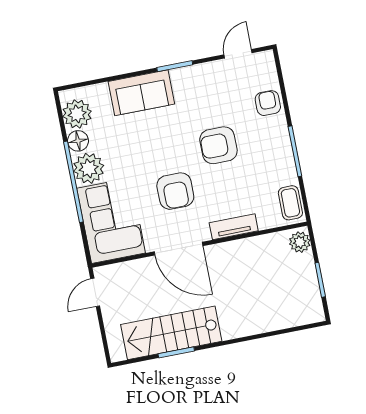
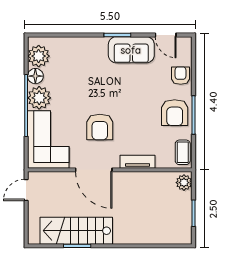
door: (238, 54) -> (166, 35), swing flipped
sofa: (141, 93) -> (131, 50), moved
armchair: (218, 145) -> (175, 113), moved, turned -90

